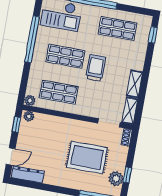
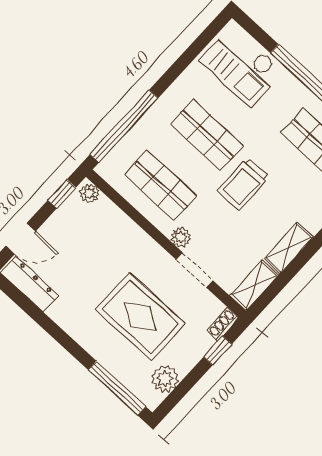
window: (32, 39) -> (124, 126), moved
trolley: (96, 68) -> (243, 184), turned 180
plant: (30, 100) -> (181, 237), moved
doorway: (109, 123) -> (194, 270), moved
window: (127, 175) -> (218, 350), moved

